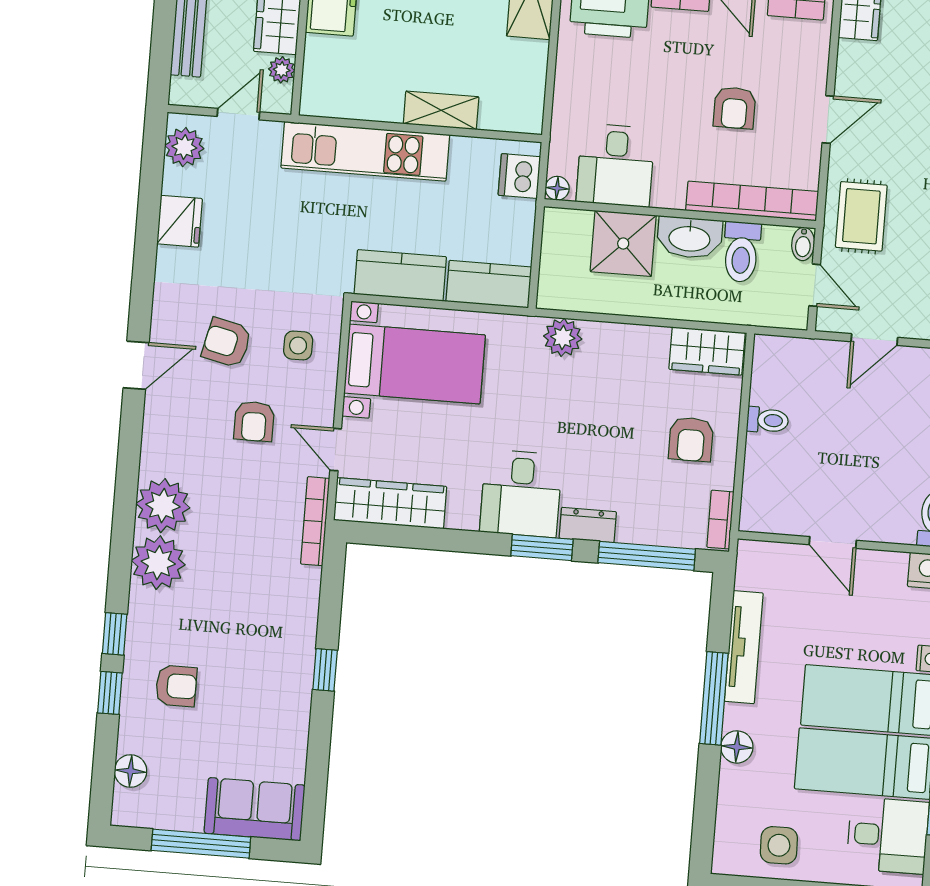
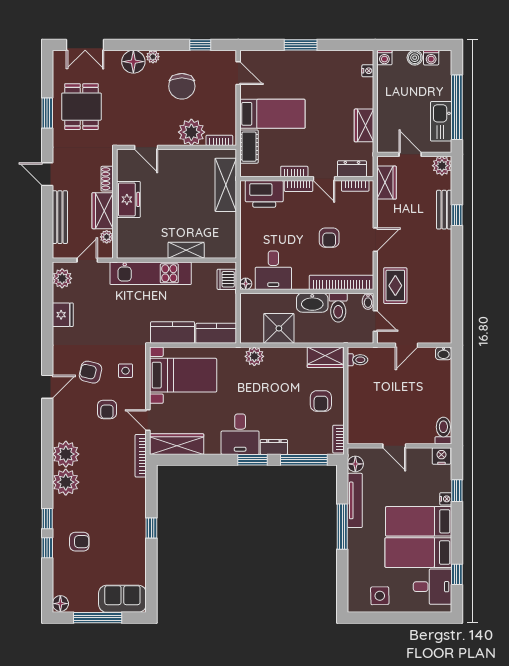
shower: (623, 244) -> (279, 328), moved
toilet: (768, 420) -> (358, 360), moved
floor lamp: (737, 747) -> (355, 464), moved
floor lamp: (131, 771) -> (60, 604), moved

